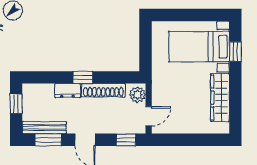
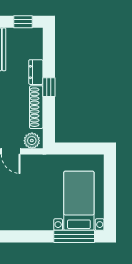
window: (235, 52) -> (74, 236), width x2.17
wardrobe: (220, 98) -> (29, 221), removed

